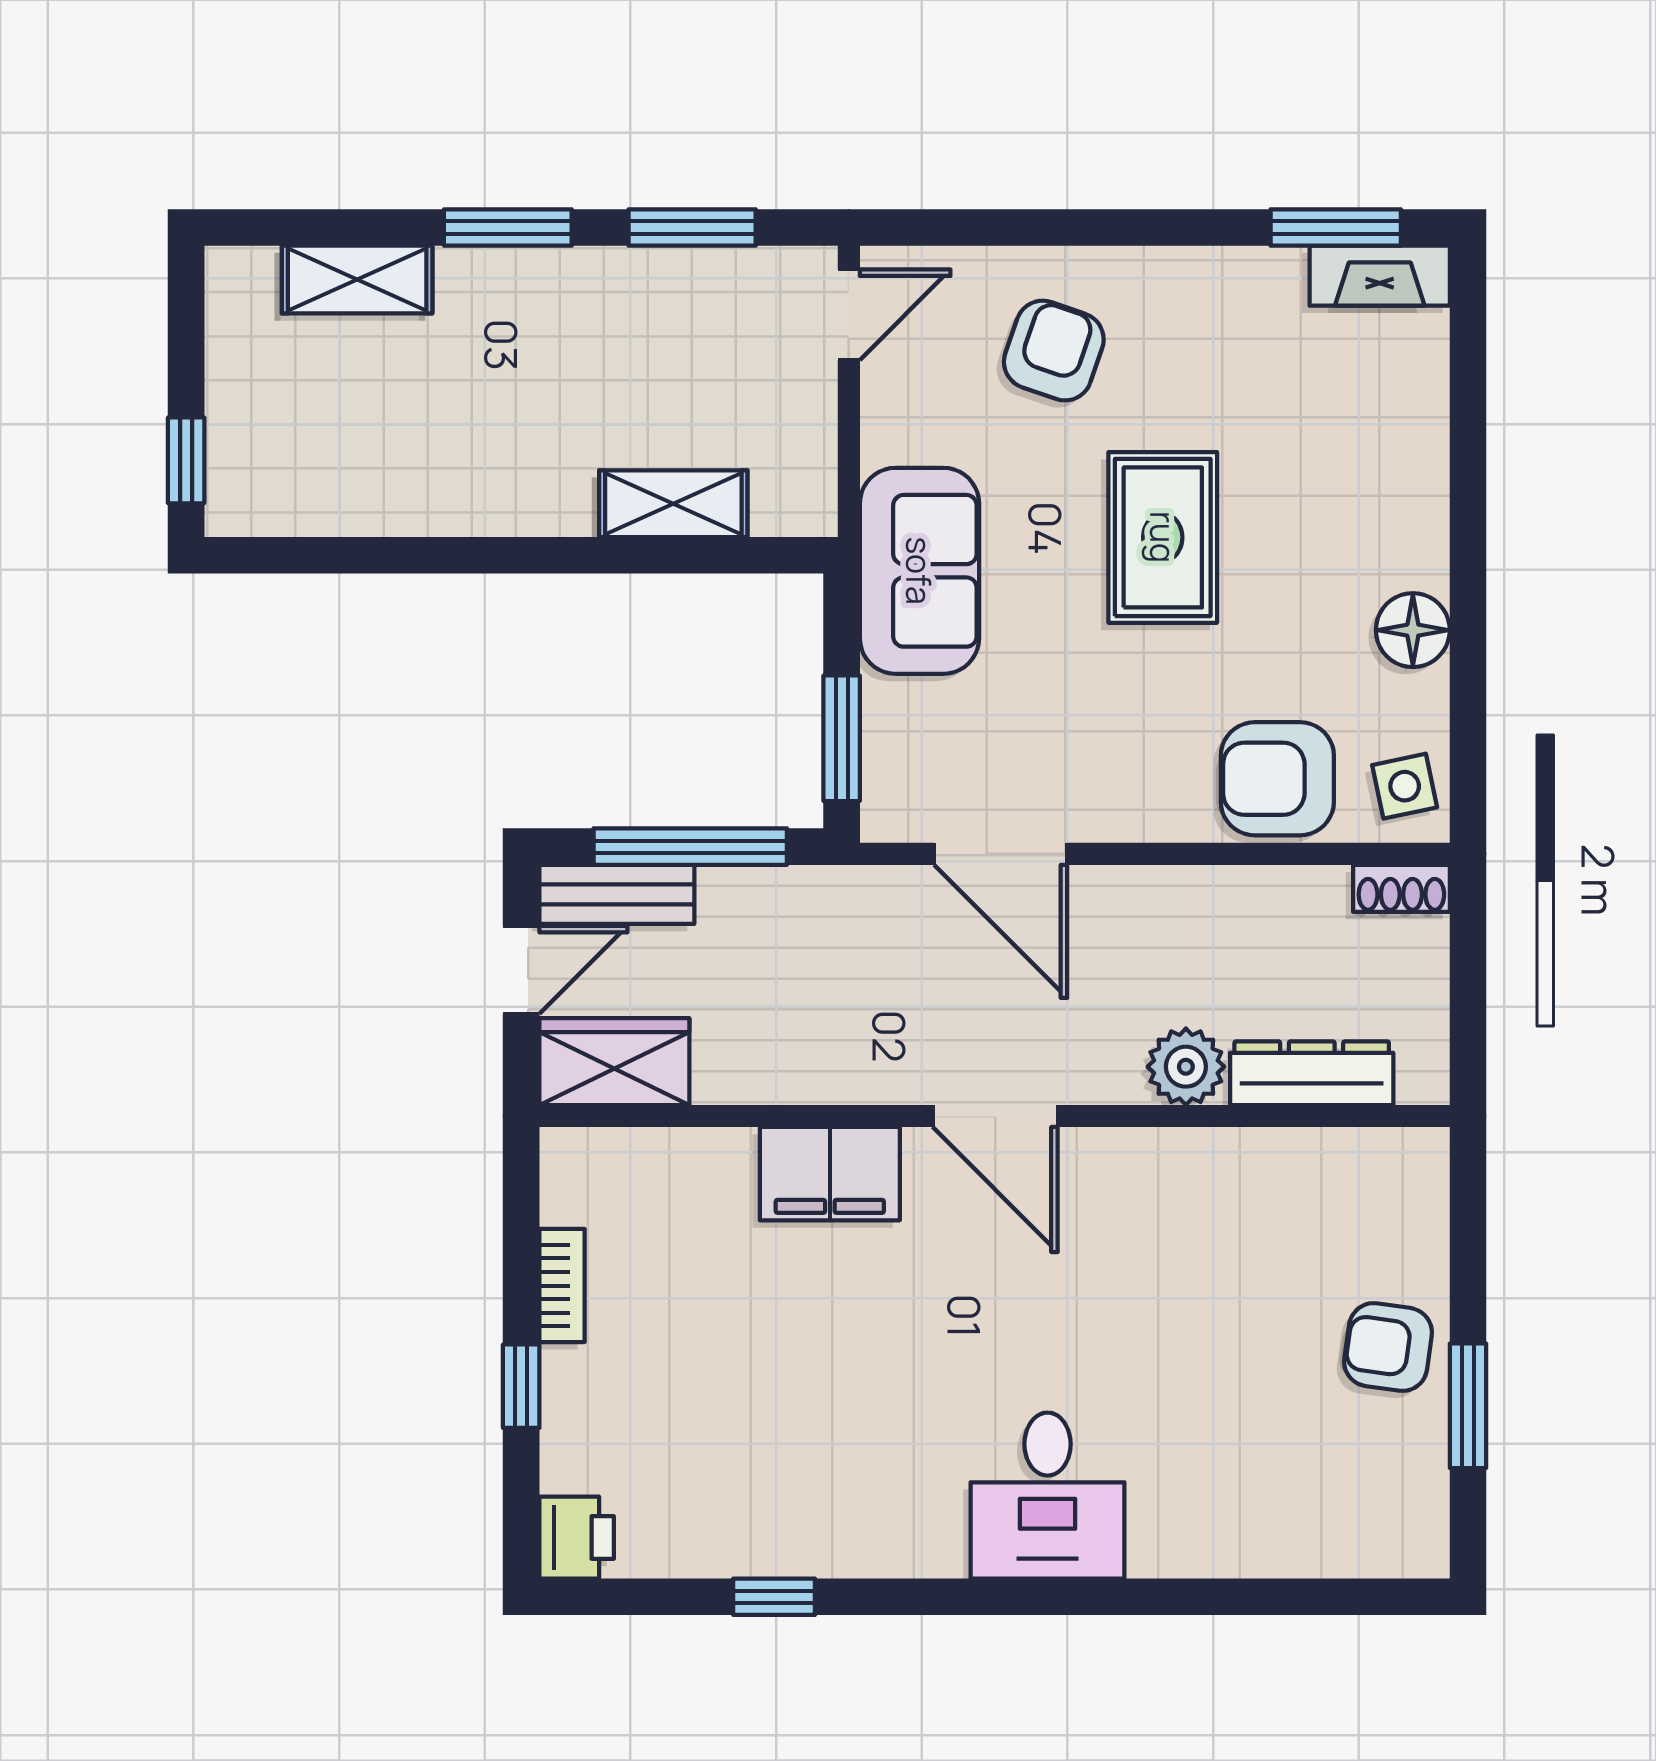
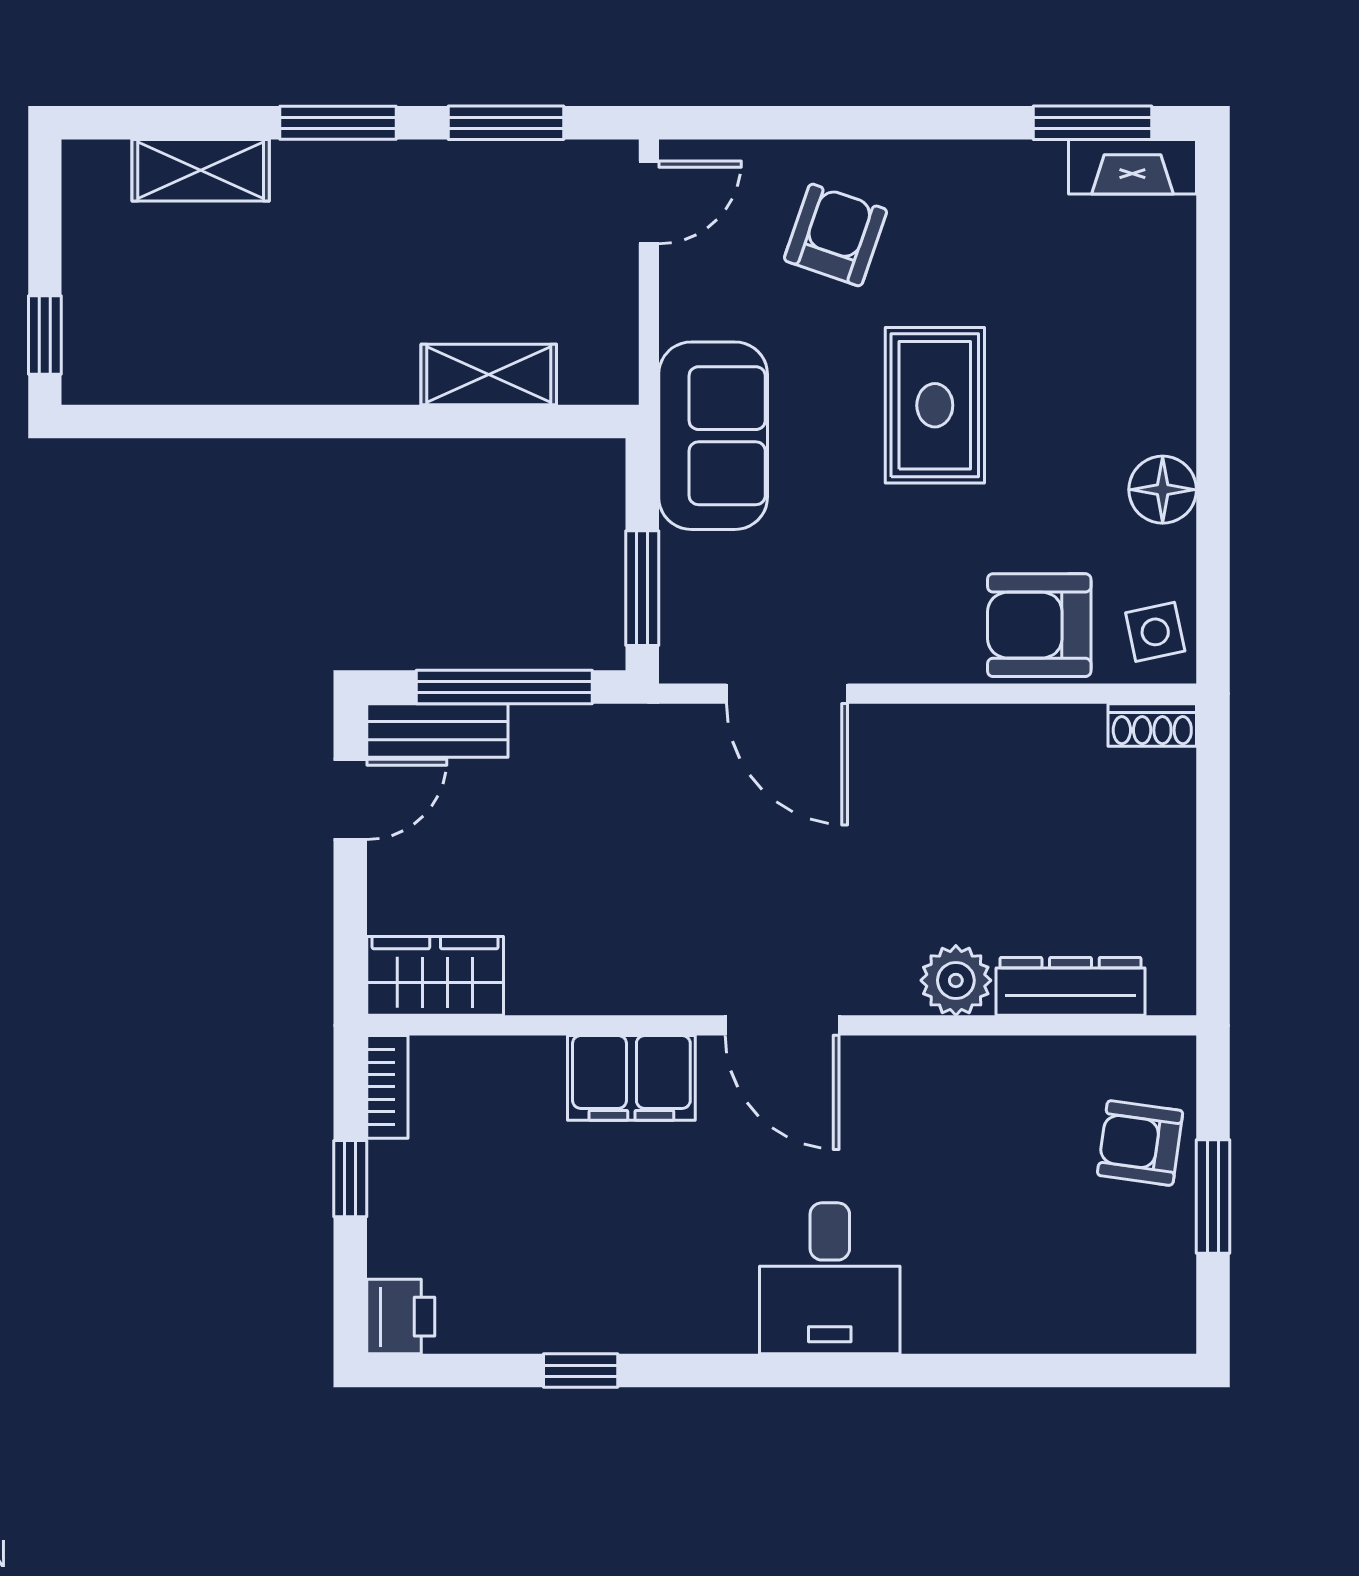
wardrobe: (614, 1062) -> (435, 976), moved
plant: (1186, 1067) -> (956, 980), moved
dresser: (1312, 1073) -> (1071, 986), moved
door: (995, 1116) -> (782, 1025), moved
wall: (995, 1116) -> (782, 1025), moved
filing cabinet: (830, 1174) -> (631, 1078), moved

